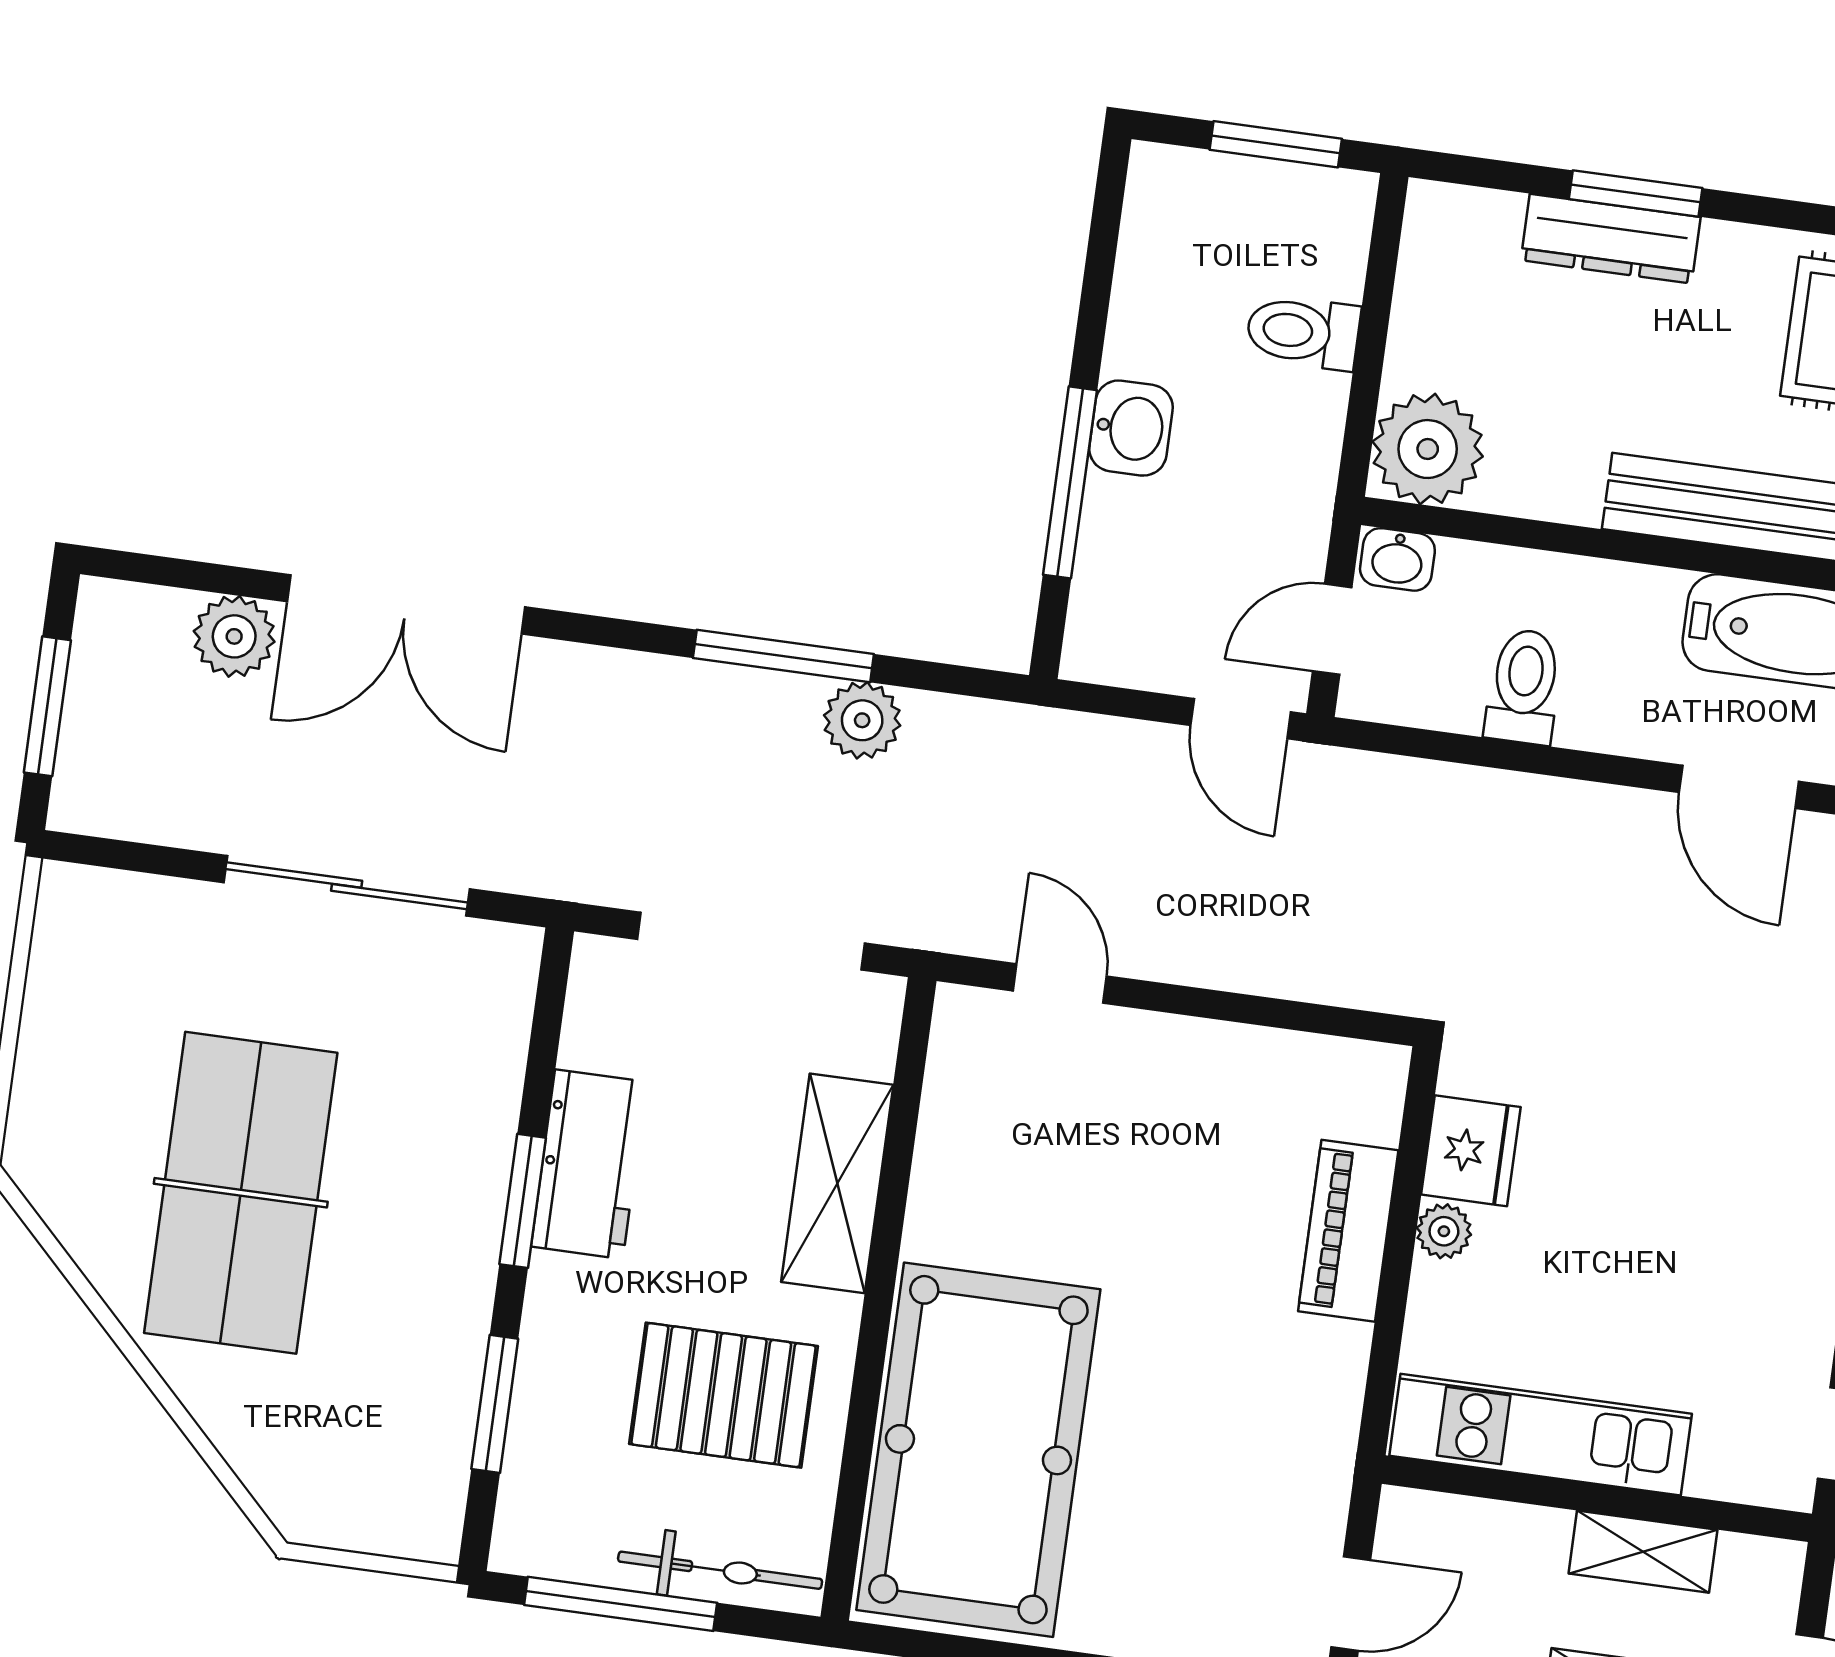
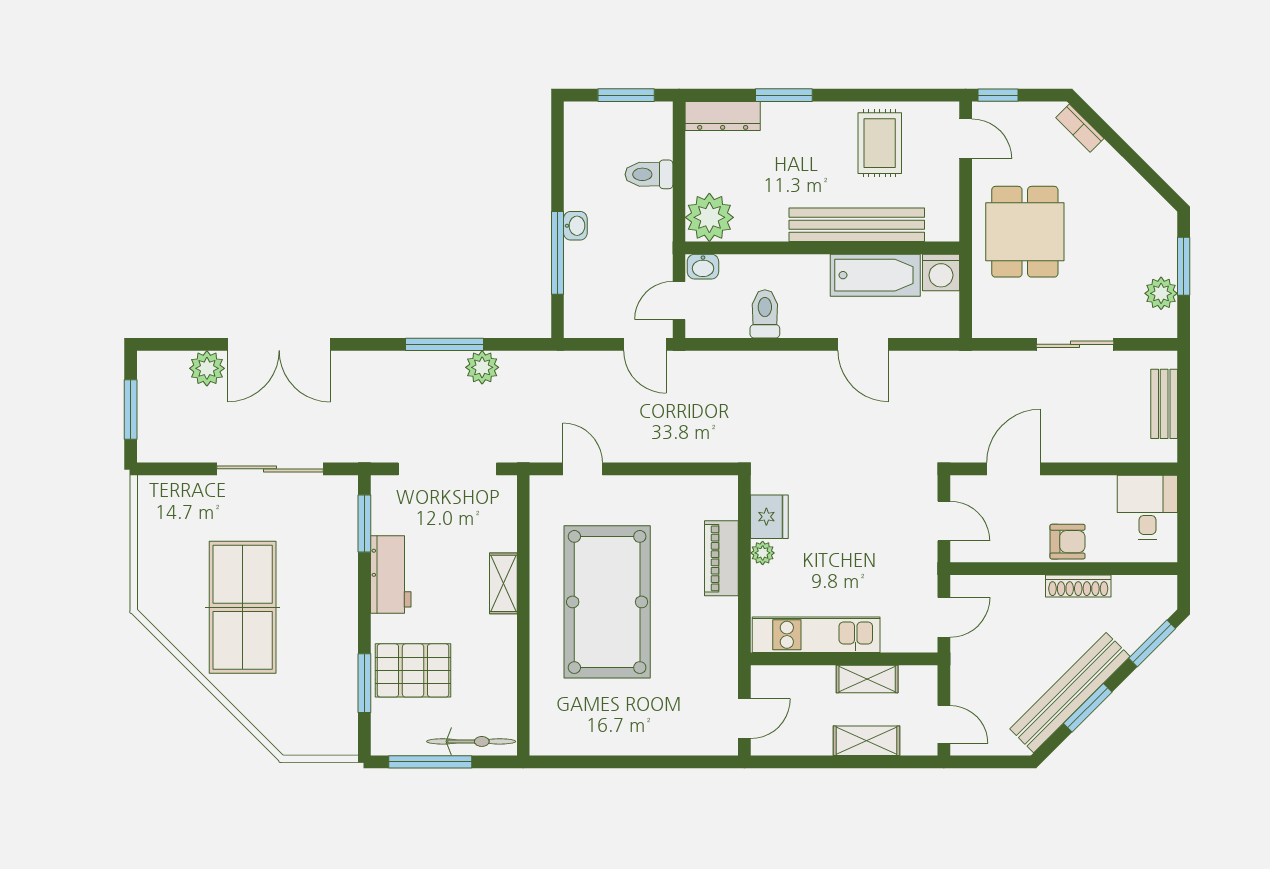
dresser: (1611, 239) -> (723, 116), moved
washbasin: (1131, 428) -> (575, 226), width x0.72, depth x0.69
shelving: (837, 1183) -> (503, 583), width x0.67, depth x0.75
window: (523, 1201) -> (364, 524), moved
pallet: (724, 1395) -> (413, 670), moved
pool table: (978, 1450) -> (607, 602), moved

